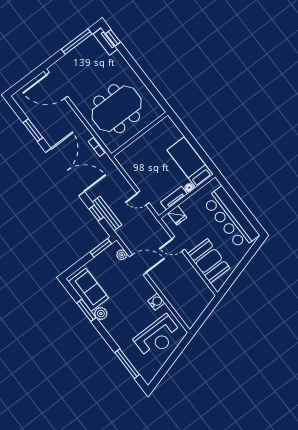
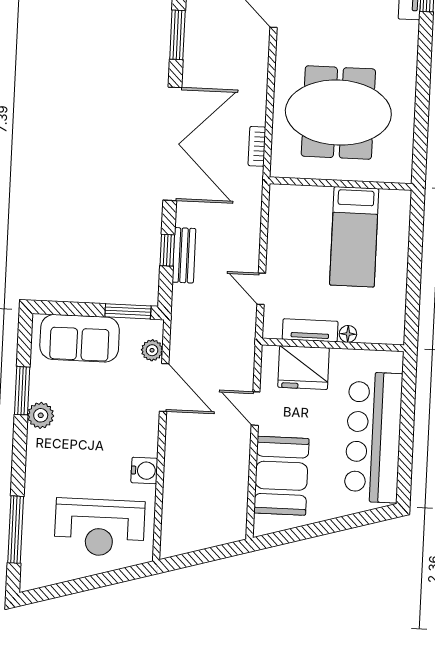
bed: (190, 162) -> (354, 237), moved, turned 180
bench: (107, 214) -> (184, 255), width x0.73
fridge: (177, 215) -> (304, 368), width x1.88, depth x1.34
sofa: (88, 290) -> (80, 338), moved, turned 90

